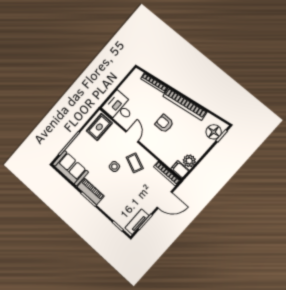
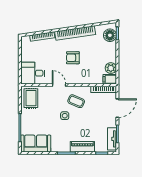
piano: (91, 191) -> (82, 147), moved

